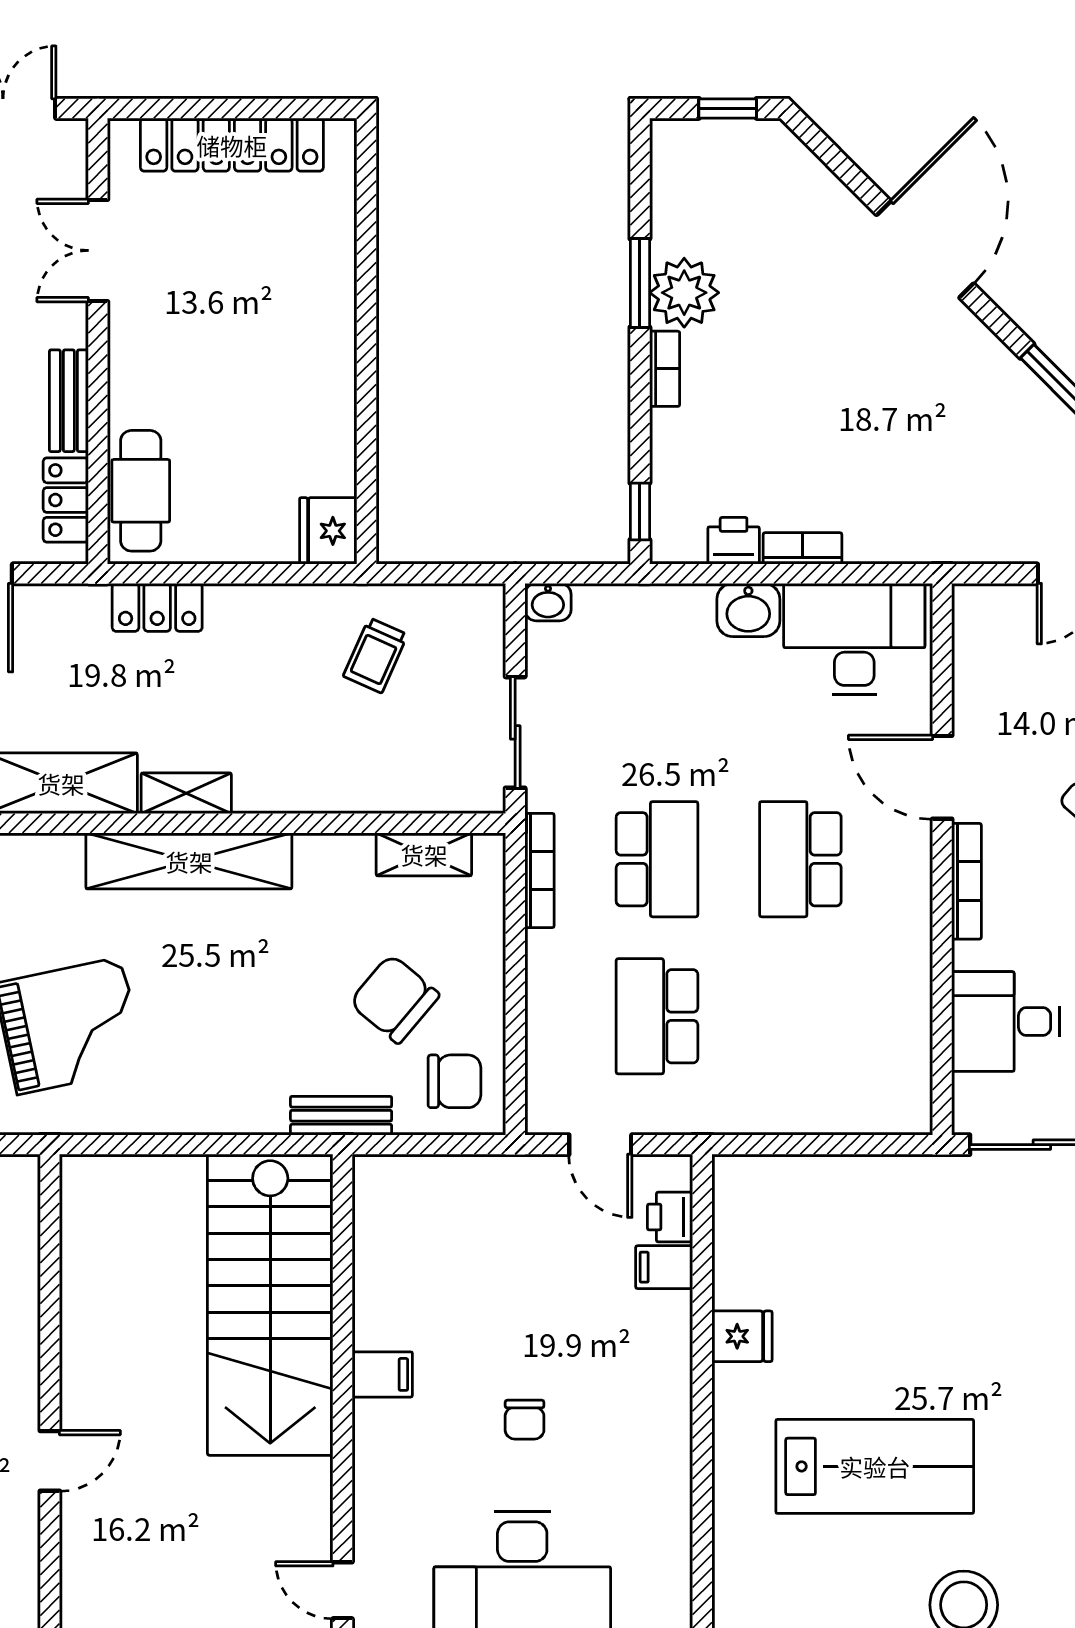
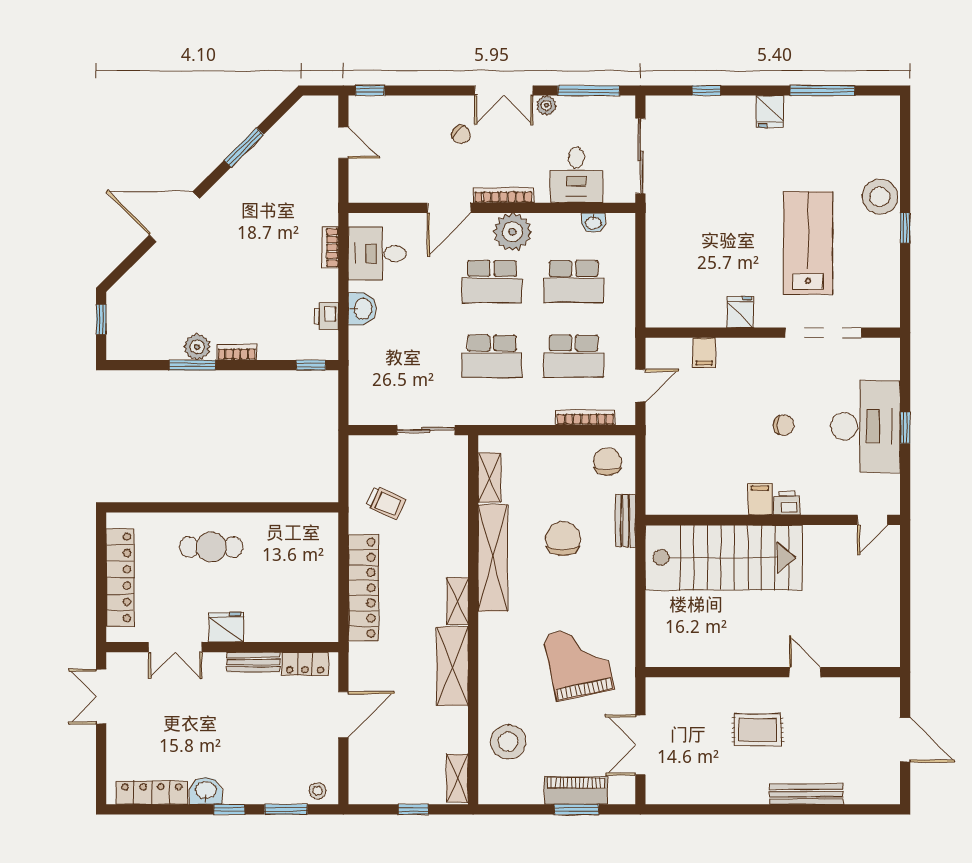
plant: (684, 293) -> (197, 347), width x0.73, depth x0.73
cafe table: (141, 491) -> (211, 547), moved
fridge: (328, 531) -> (226, 627), moved, turned 180
bookcase: (802, 548) -> (330, 248), moved
washbasin: (548, 602) -> (593, 223), moved, turned 90
locker: (157, 607) -> (363, 588), width x2.16, depth x1.21
desk: (854, 639) -> (377, 254), width x0.73
school desk: (657, 859) -> (492, 356), turned 180
shelving: (189, 861) -> (493, 558), moved
bookcase: (539, 871) -> (585, 417), moved
plant: (896, 898) -> (512, 232), added
chair: (394, 999) -> (563, 539), moved, turned 140
school desk: (800, 1016) -> (574, 282), added
printer: (670, 1217) -> (787, 503), moved, turned 180
doorway: (702, 1496) -> (823, 333), added

